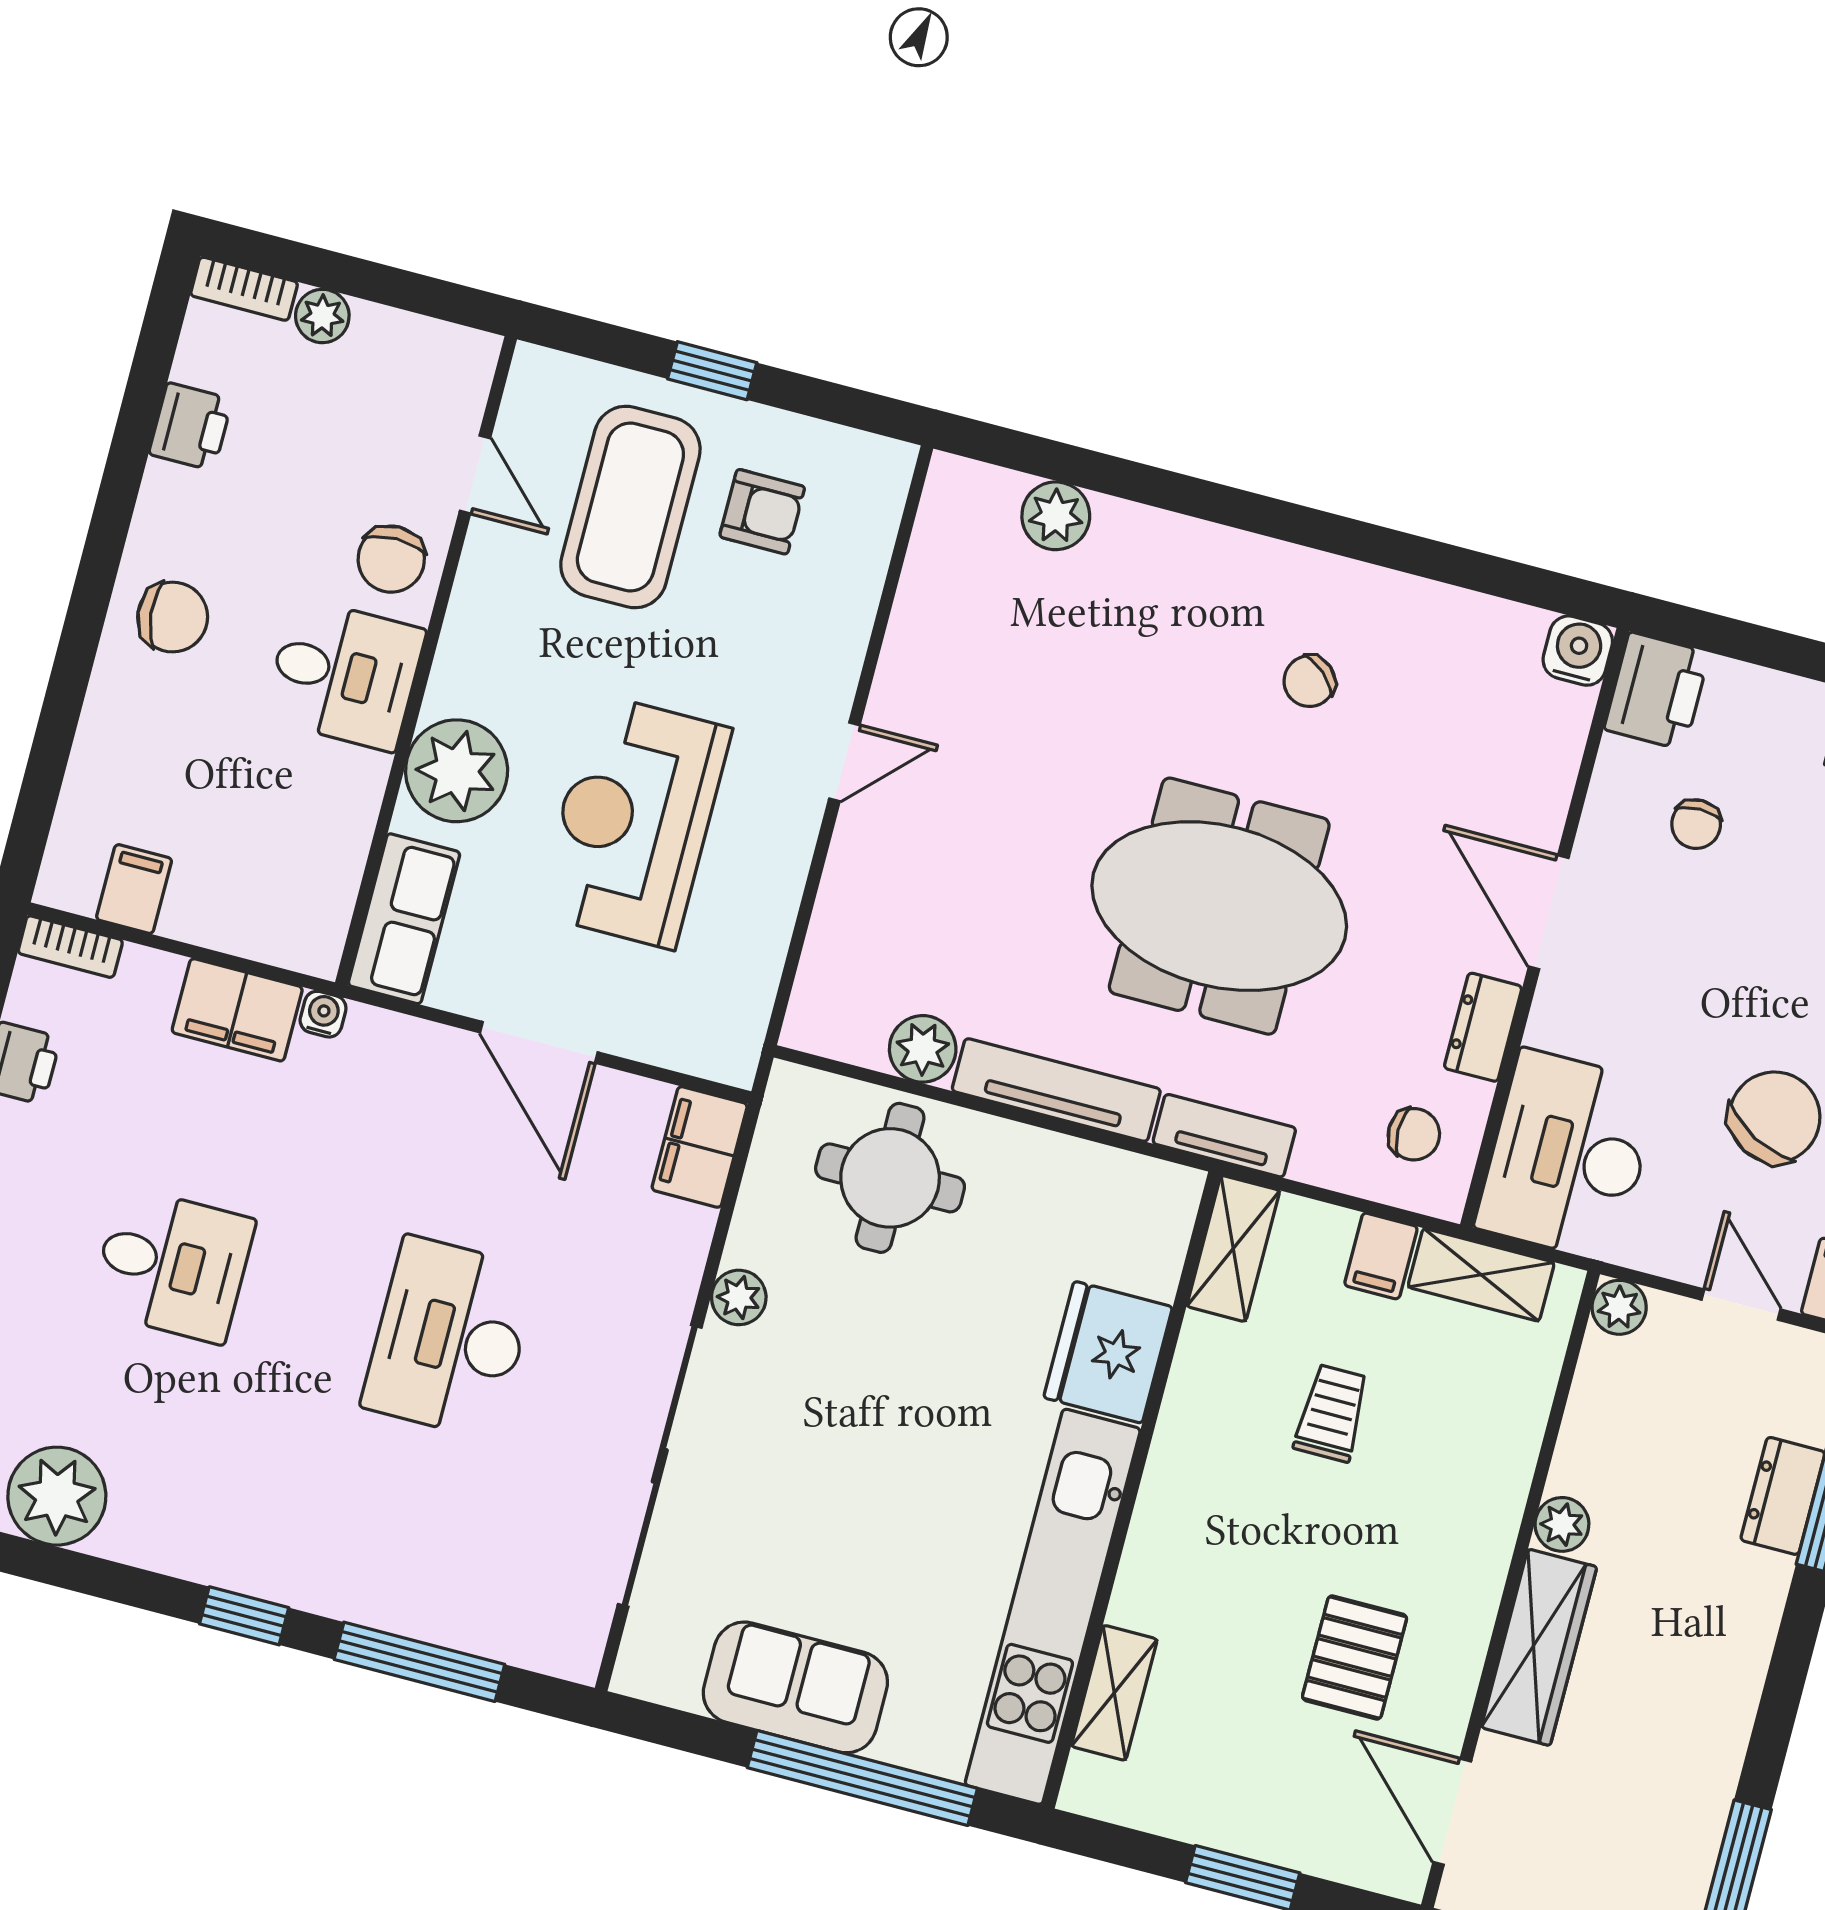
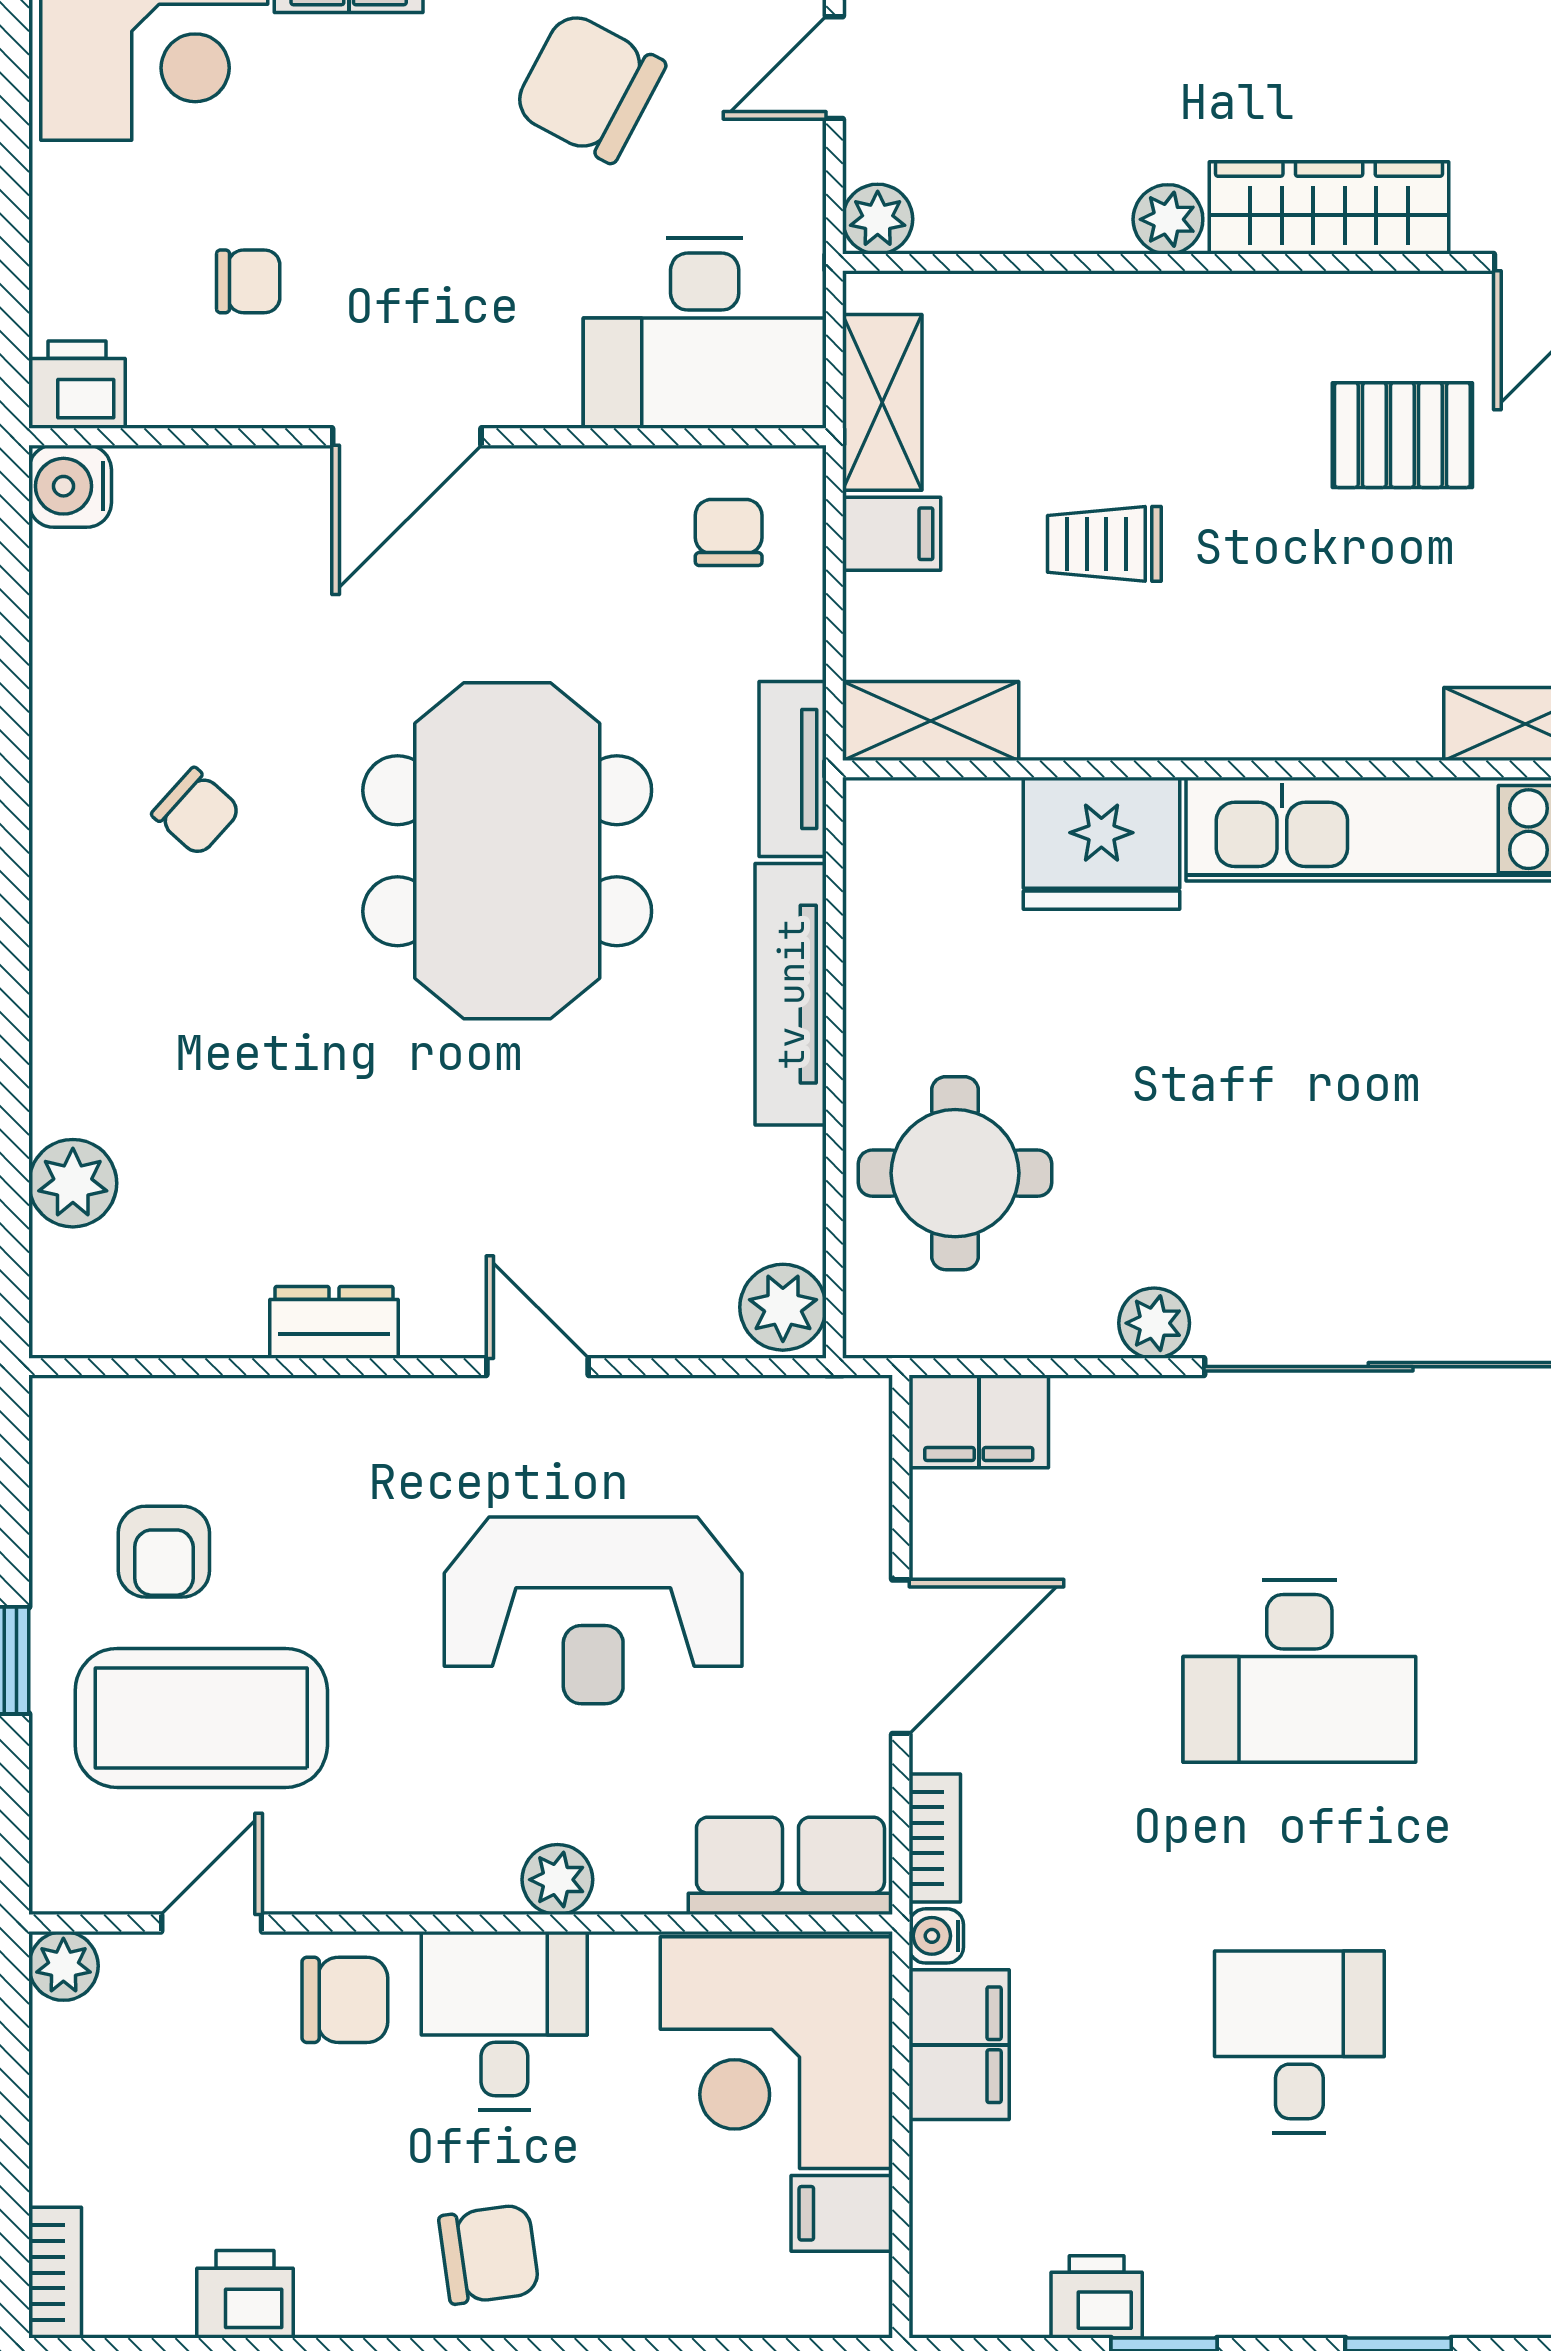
plant: (322, 316) -> (63, 1966), moved
armchair: (762, 512) -> (164, 1552), turned 180
chair: (173, 617) -> (489, 2254), turned 88
printer: (1657, 691) -> (77, 385), width x0.73, depth x0.81
door: (844, 762) -> (537, 1367), moved
plant: (457, 771) -> (557, 1880), width x0.53, depth x0.53
corner desk: (267, 872) -> (776, 2053), added
bookcase: (70, 947) -> (935, 1838), moved
dresser: (1483, 1027) -> (334, 1322), moved, turned 180
plant: (923, 1049) -> (783, 1307), moved

